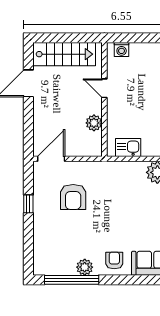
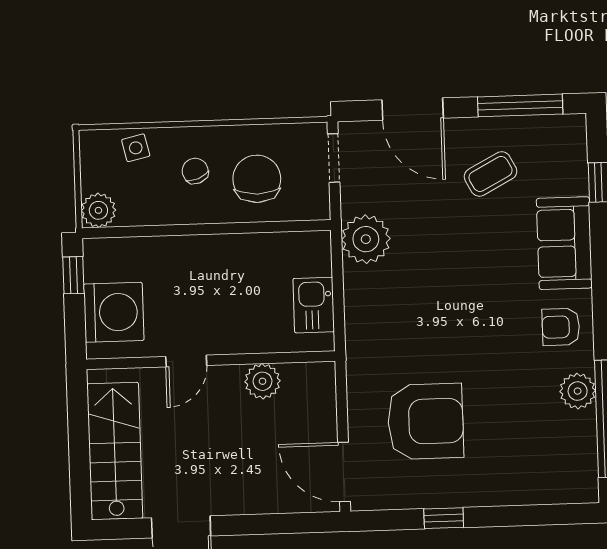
window: (145, 38) -> (73, 275), added
washing machine: (122, 49) -> (114, 312), width x1.89, depth x1.89
armchair: (73, 197) -> (425, 421), width x1.36, depth x1.36

